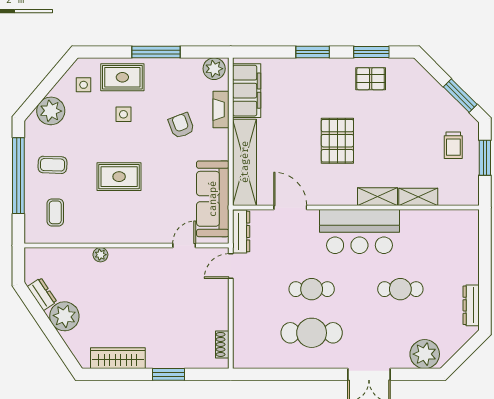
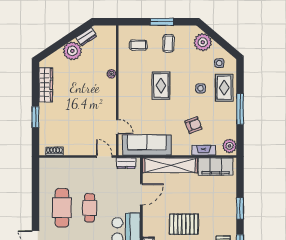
window: (18, 176) -> (162, 22), width x0.47
dresser: (241, 231) -> (126, 163), width x0.70

